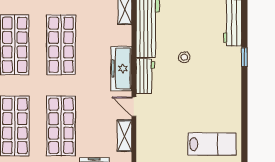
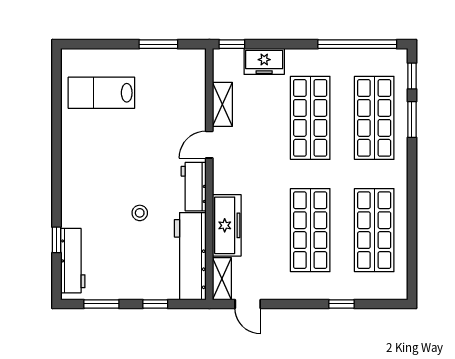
window: (244, 57) -> (57, 240), moved
freezer: (121, 69) -> (227, 225), moved
door: (134, 107) -> (209, 145), swing flipped

